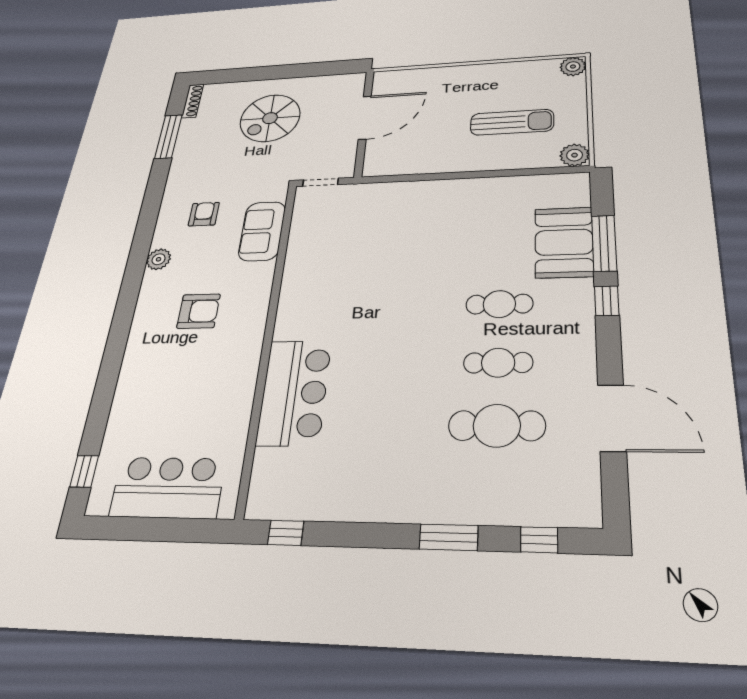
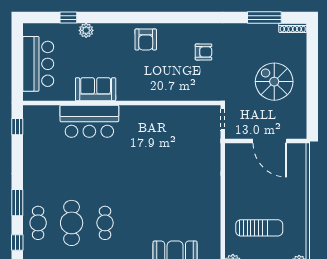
sun lounger: (512, 122) -> (259, 228), turned -90
sofa: (262, 231) -> (96, 89), moved
plant: (159, 259) -> (86, 30), moved
cafe table: (499, 304) -> (38, 223), moved
armchair: (199, 311) -> (146, 39), moved
window: (84, 471) -> (68, 18), moved

